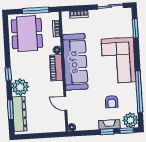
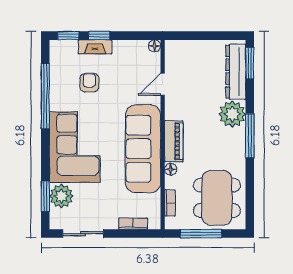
window: (8, 74) -> (250, 136), width x2.17
door: (65, 103) -> (163, 84), swing flipped
window: (10, 110) -> (250, 63), moved
plant: (130, 120) -> (61, 196), moved

